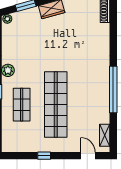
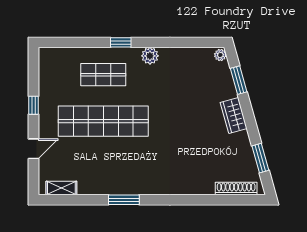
window: (113, 90) -> (124, 200), width x0.47
door: (88, 156) -> (33, 149), moved

